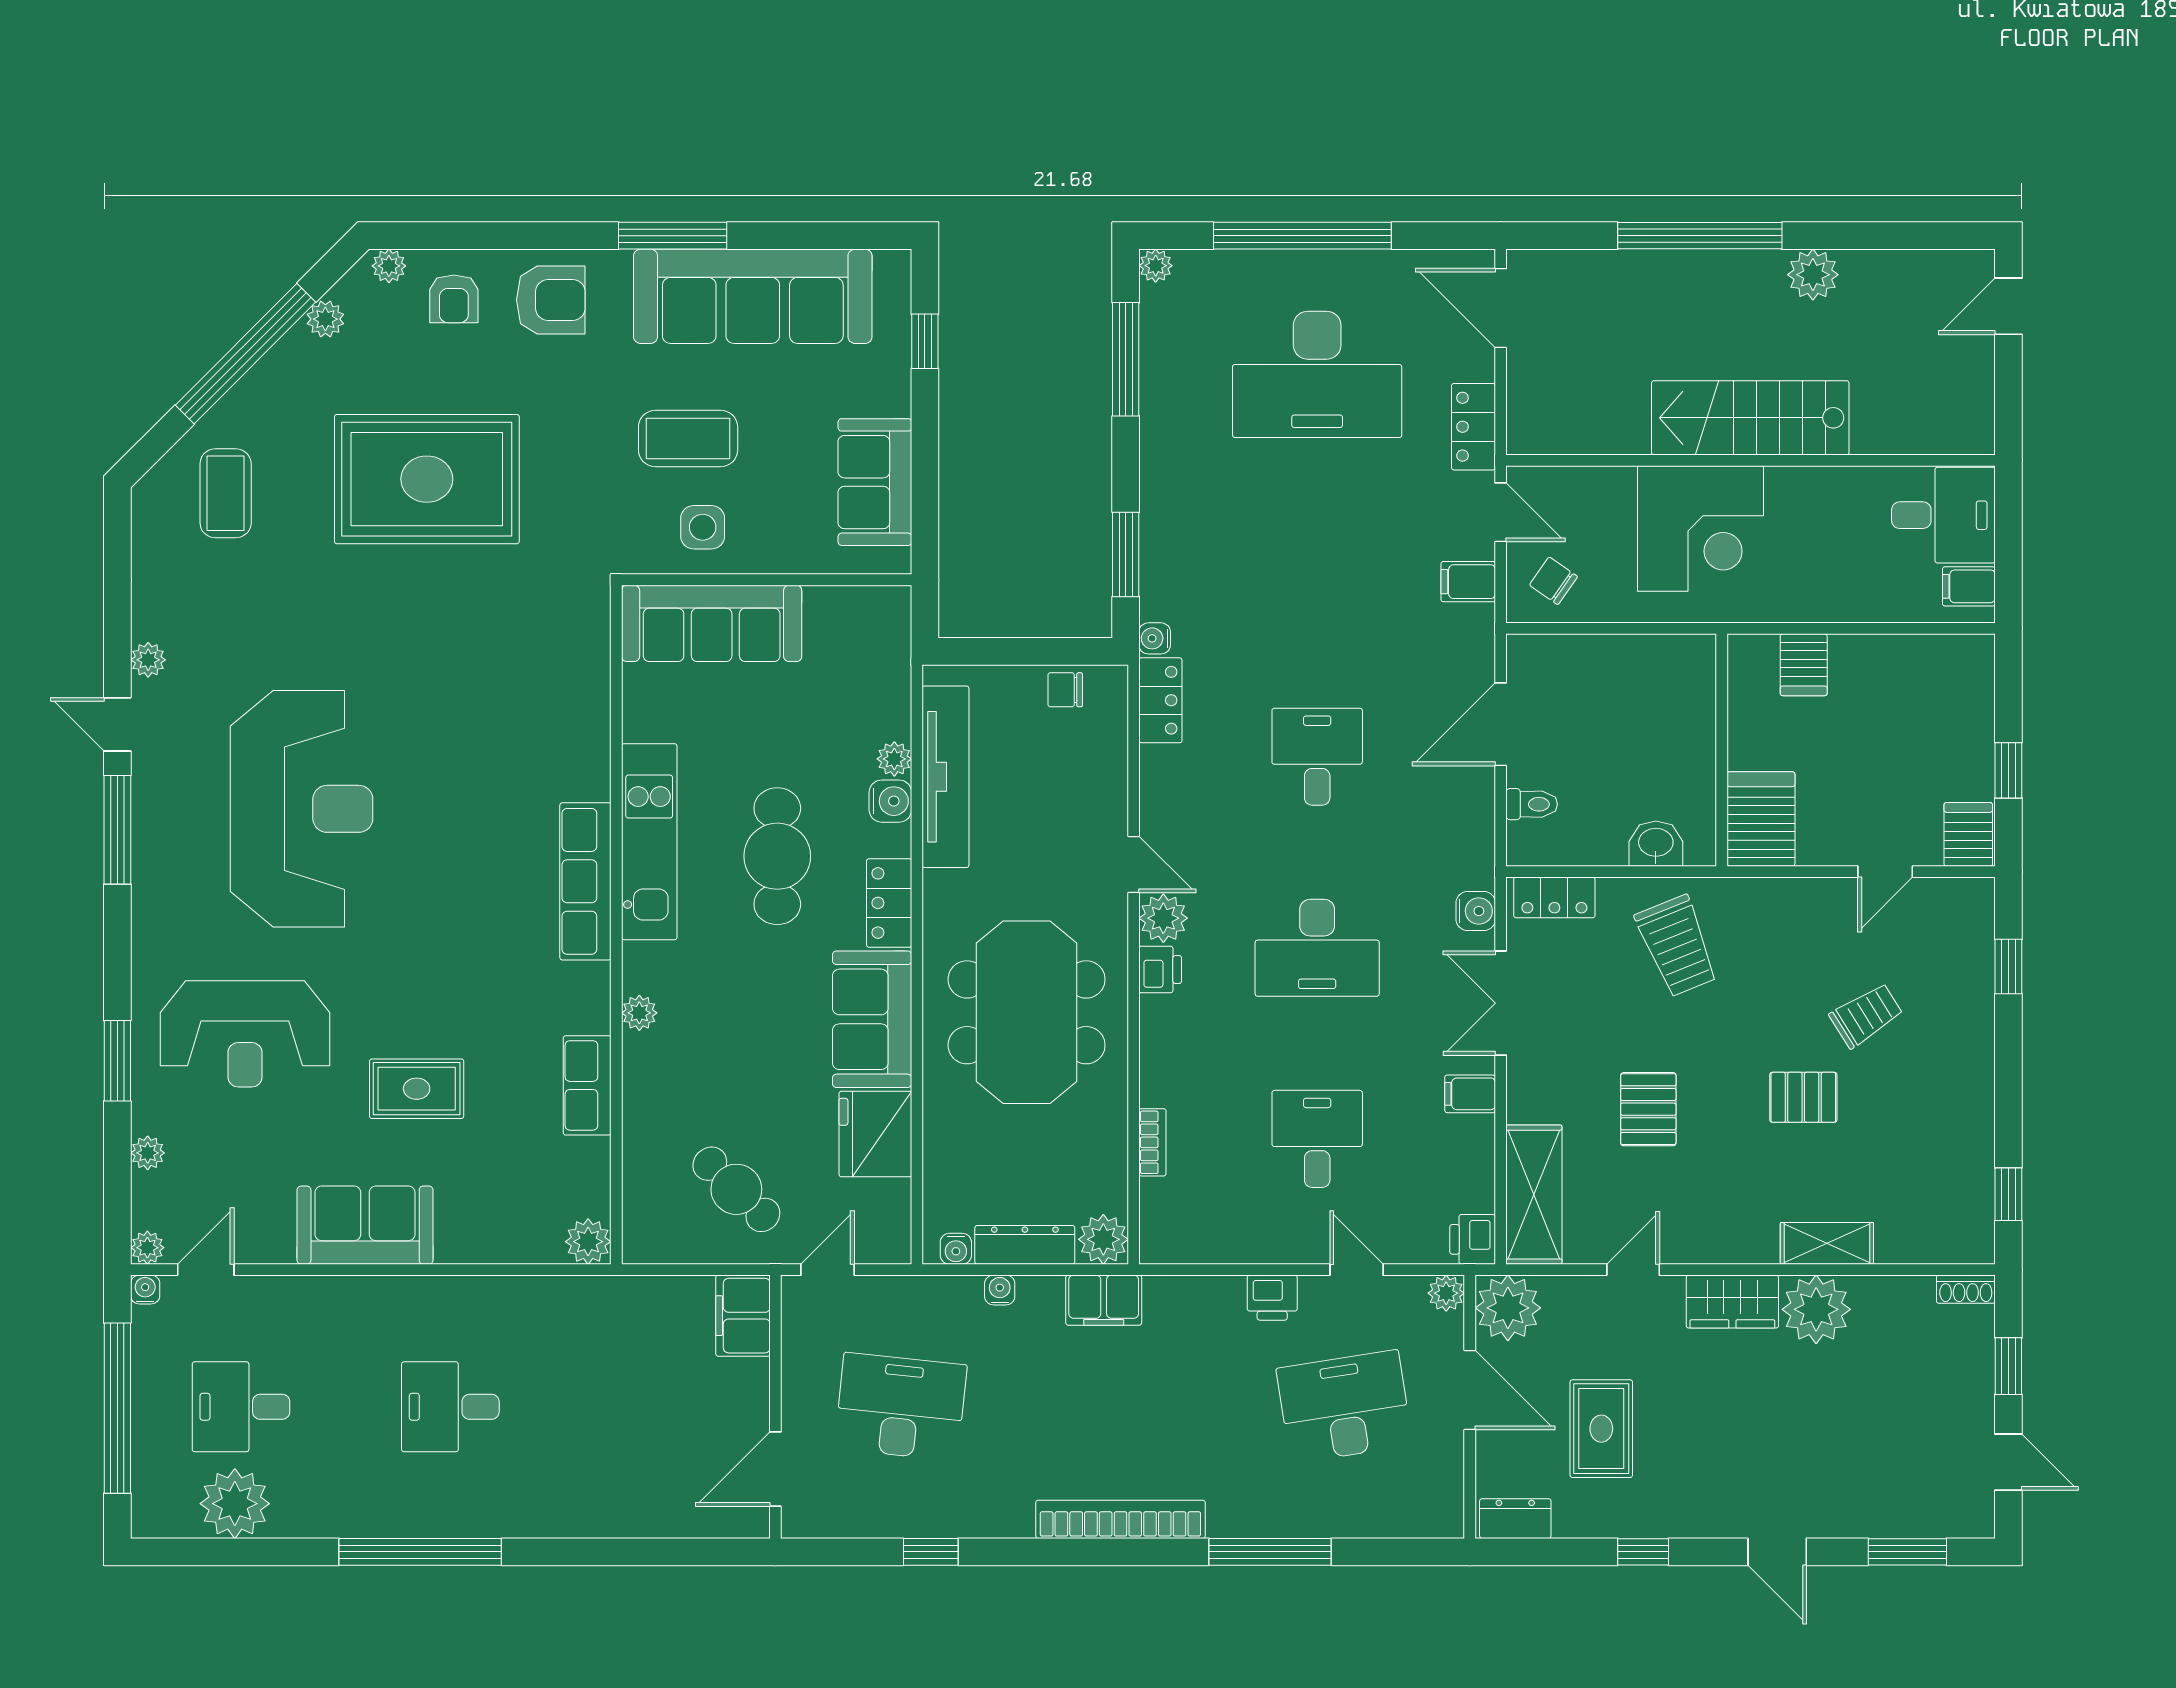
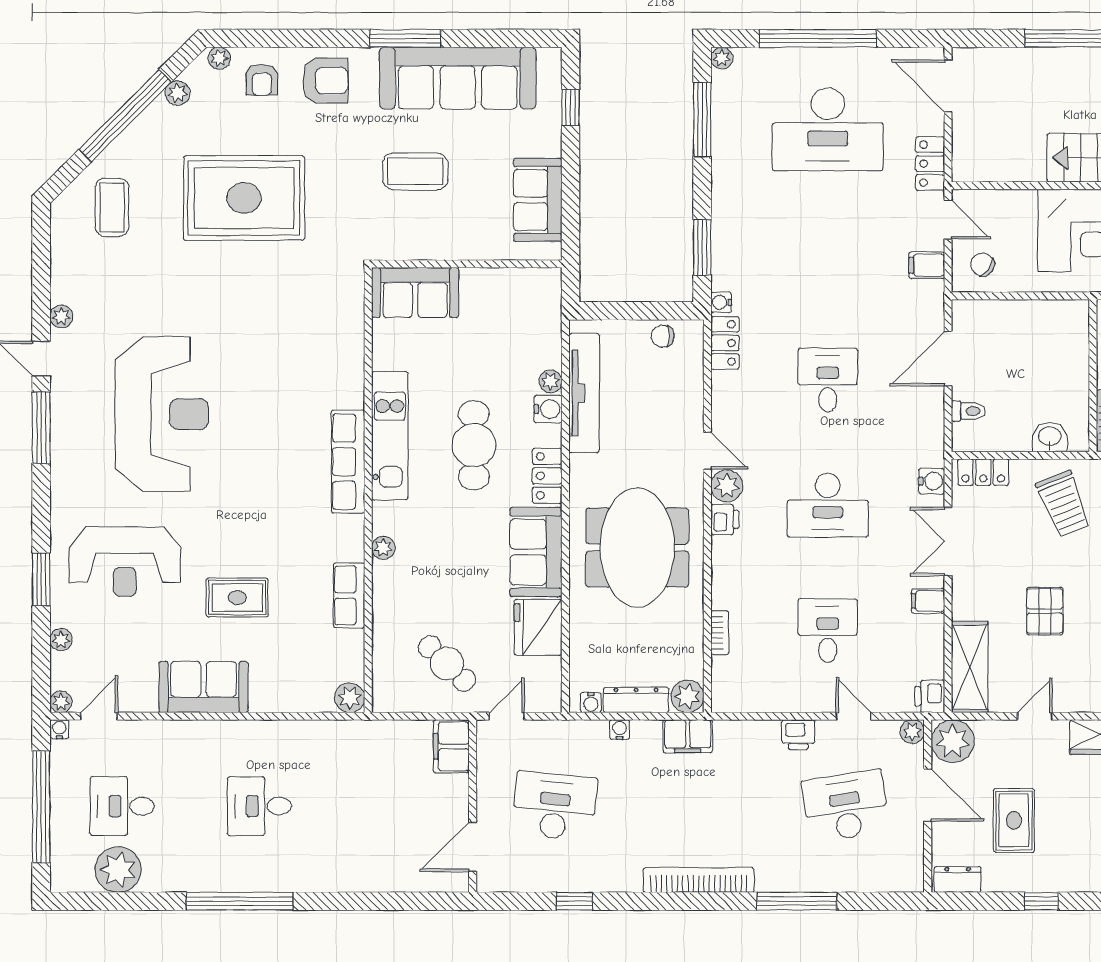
side table: (703, 527) -> (425, 230), removed
sofa: (712, 623) -> (415, 293), width x0.73

